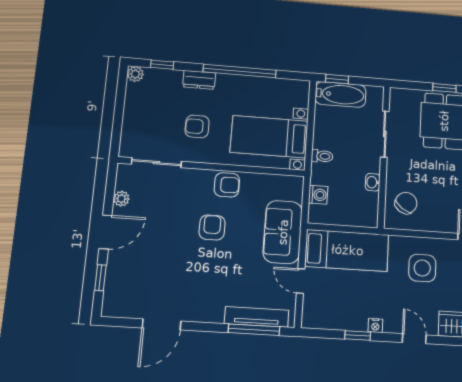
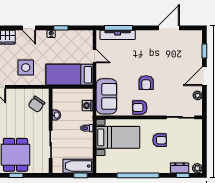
dresser: (199, 80) -> (180, 168), moved
sofa: (283, 232) -> (106, 96), moved

